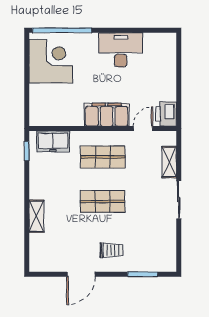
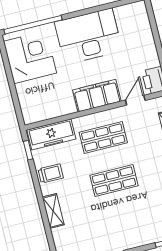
desk: (121, 50) -> (88, 36), width x1.36, depth x1.30
freezer: (53, 141) -> (51, 134), width x1.40
trolley: (111, 250) -> (51, 174), moved

